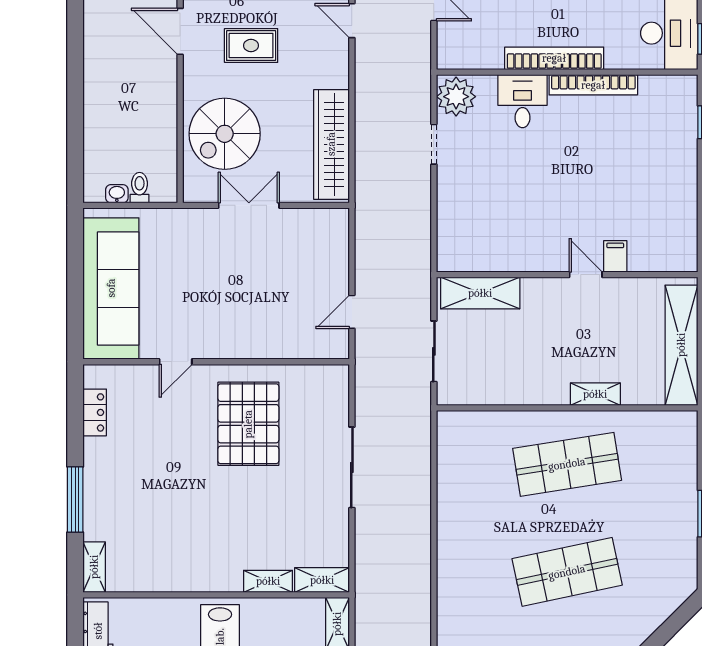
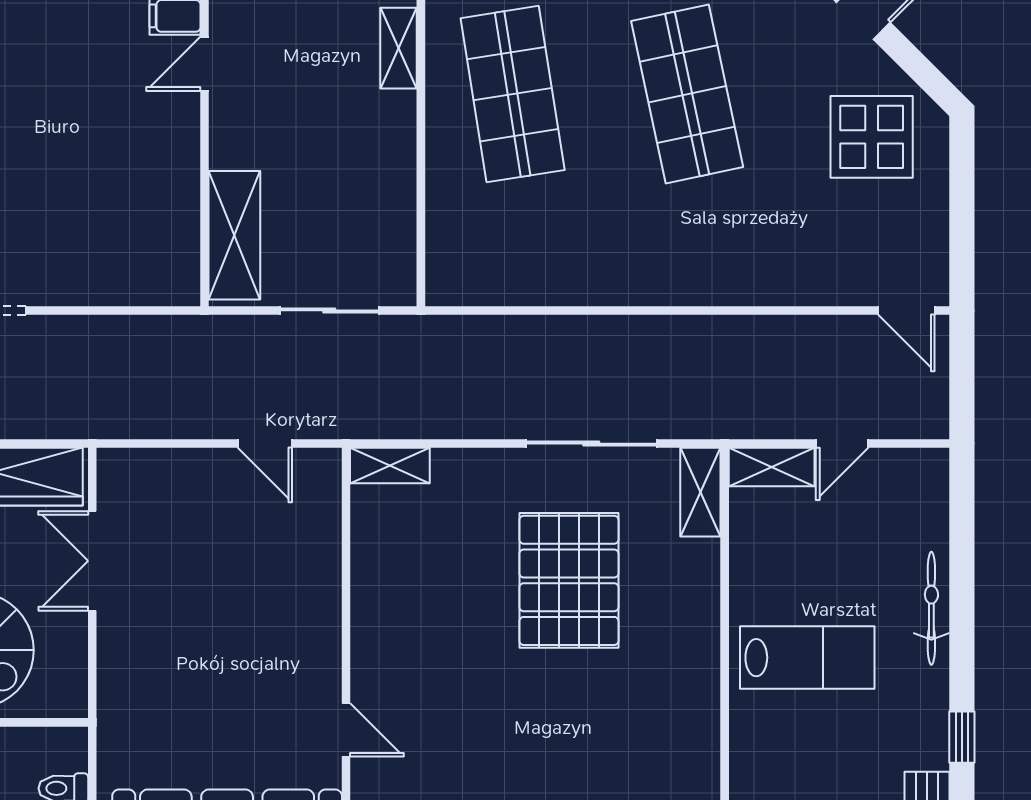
double door: (249, 205) -> (92, 561), moved
pallet: (248, 424) -> (569, 580), moved, turned 90
sliding door: (352, 467) -> (591, 444), moved
shelving: (268, 581) -> (390, 466), moved, turned 90

